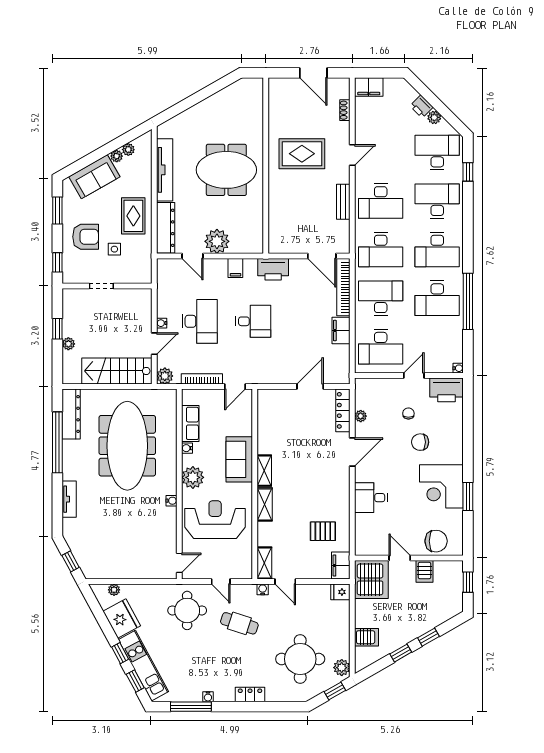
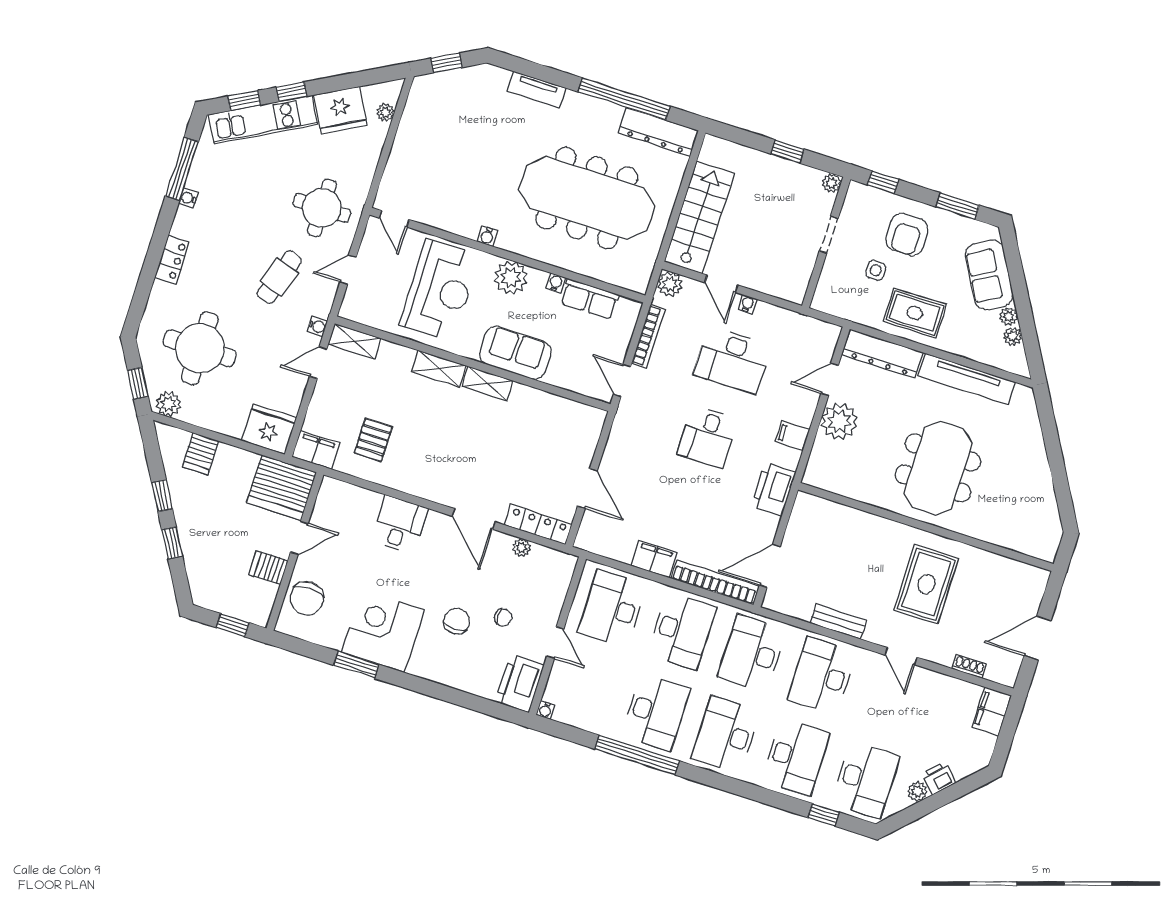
desk: (437, 298) -> (656, 712), turned 180
plant: (68, 344) -> (831, 183), moved
fridge: (340, 592) -> (269, 429), width x1.88, depth x1.34

